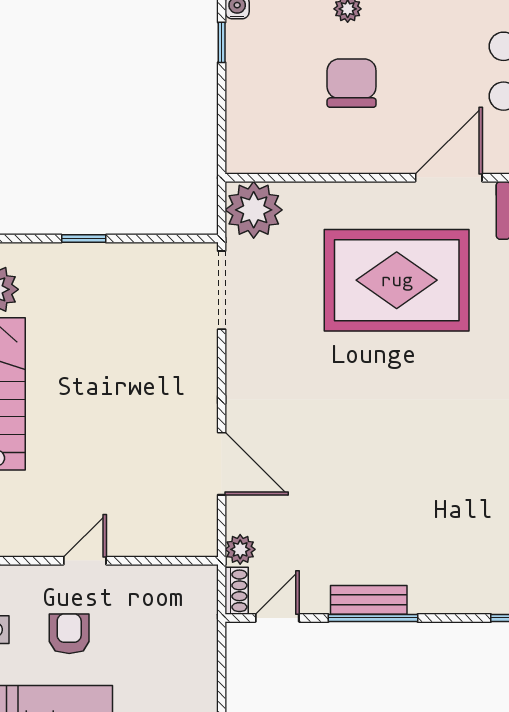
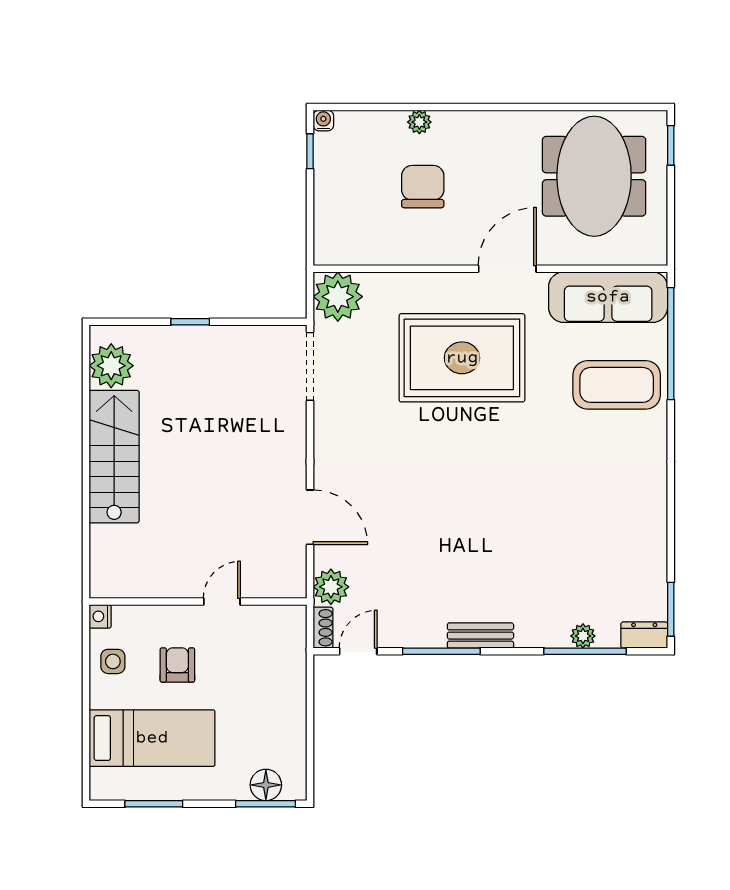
plant: (240, 549) -> (331, 587), width x1.38, depth x1.38
door: (85, 561) -> (222, 602), moved
bench: (369, 600) -> (480, 636), moved

